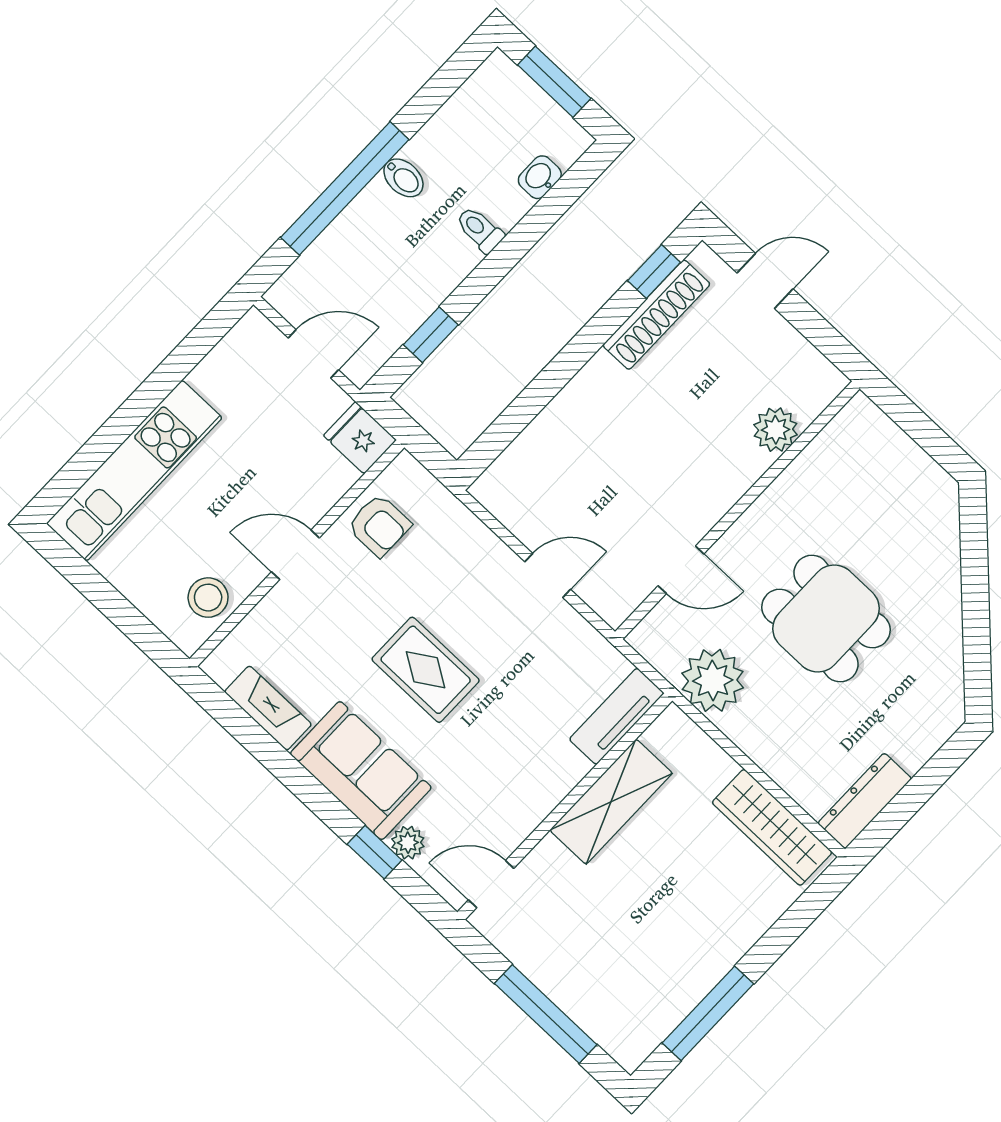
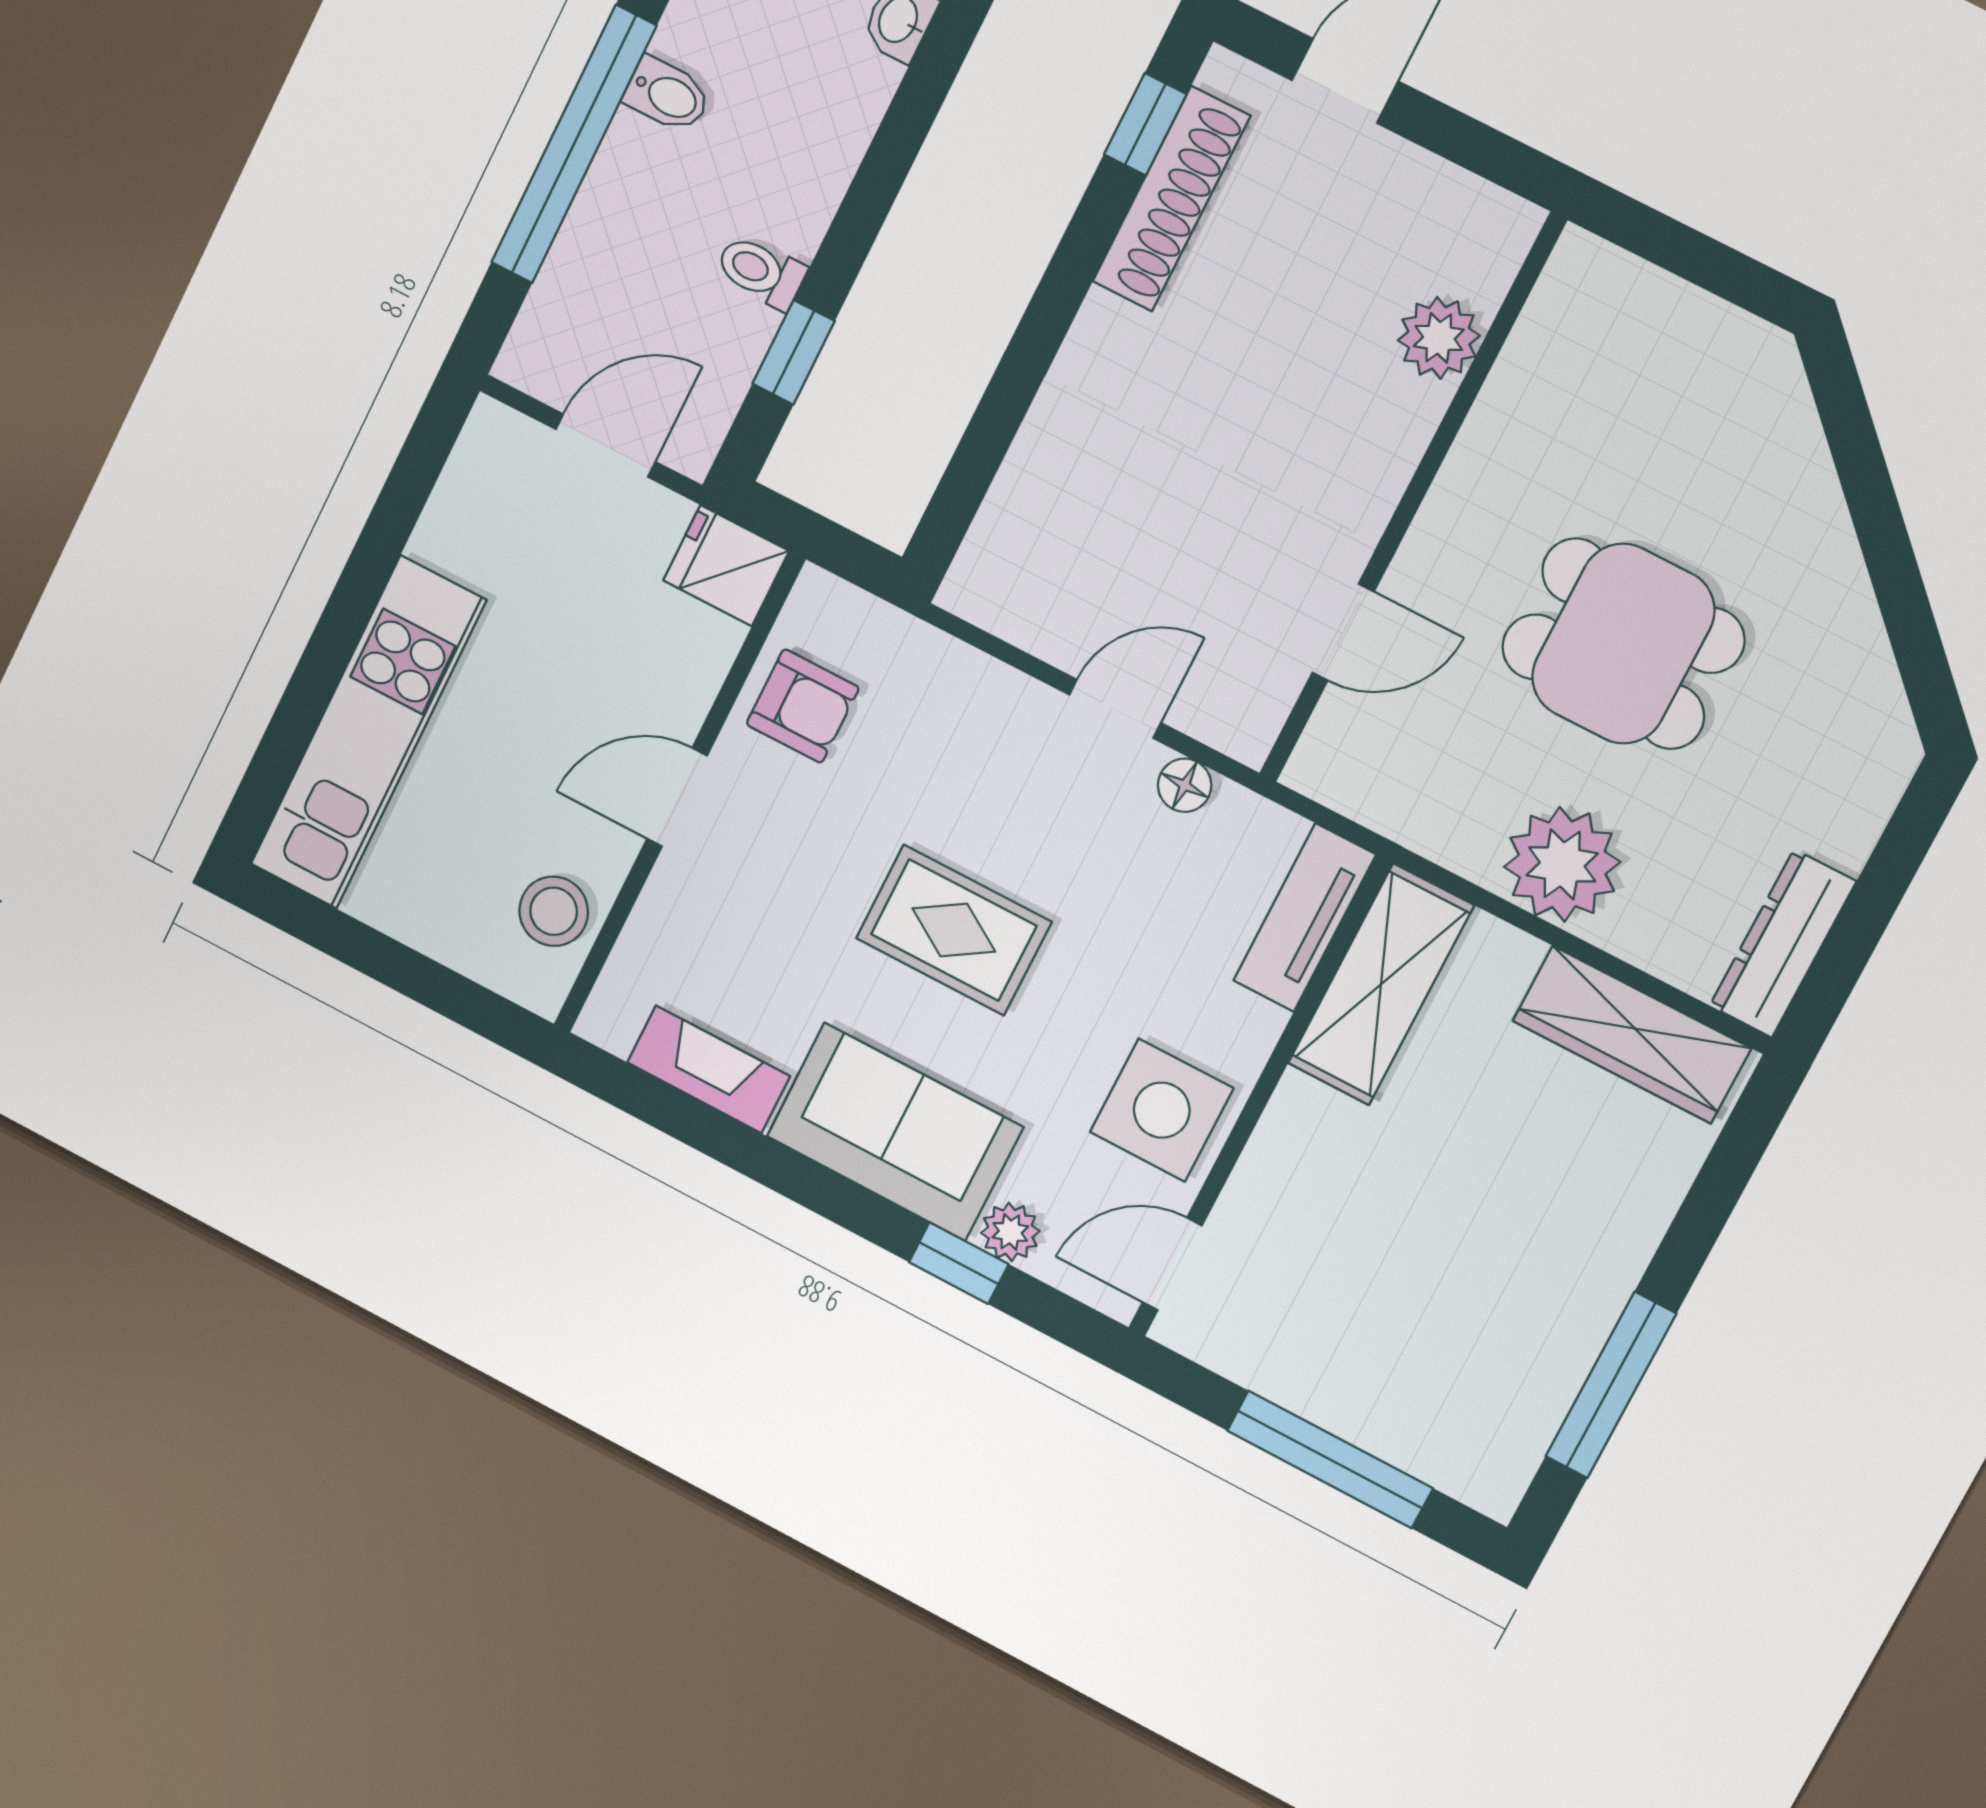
toilet: (480, 230) -> (761, 272), moved
floor lamp: (573, 627) -> (1185, 785), added
plant: (713, 680) -> (1562, 864), moved
side table: (510, 799) -> (1162, 1110), added
shelving: (611, 802) -> (1381, 984), moved

